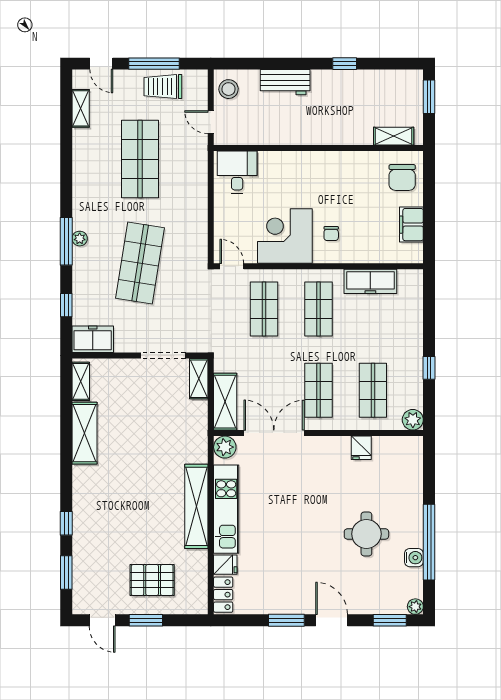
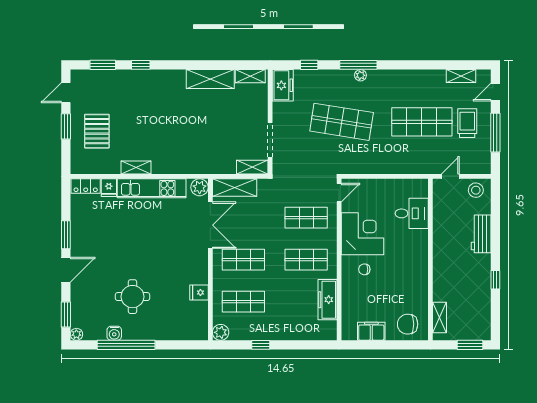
trolley: (163, 87) -> (467, 123), moved
desk: (237, 172) -> (412, 213), moved
shelving: (196, 506) -> (136, 168), width x0.45, depth x0.75

